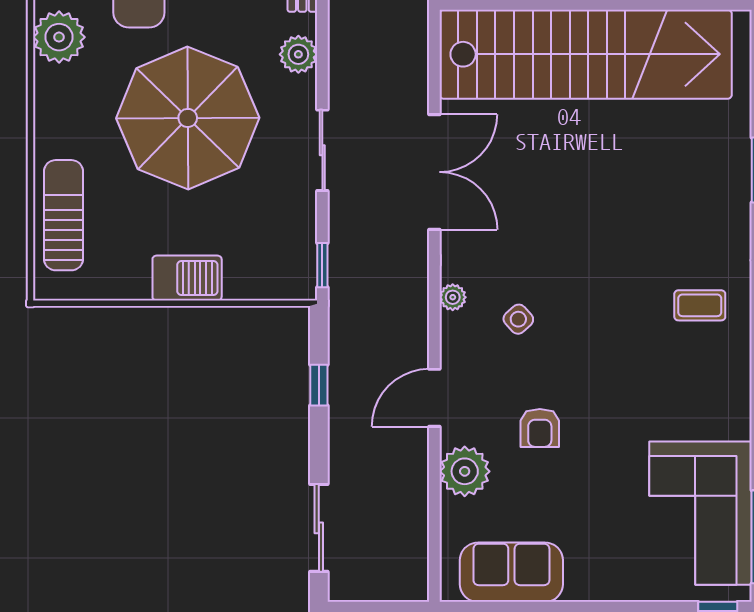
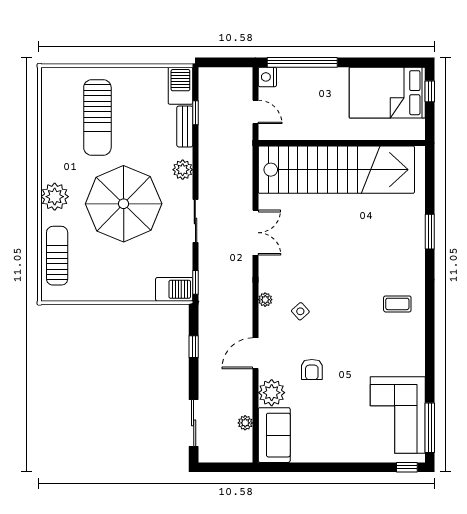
plant: (59, 37) -> (55, 197), moved
double door: (434, 172) -> (255, 233), width x0.73
barbecue: (187, 278) -> (174, 289), moved
plant: (415, 528) -> (245, 423), added
sofa: (511, 572) -> (274, 435), moved, turned 90

